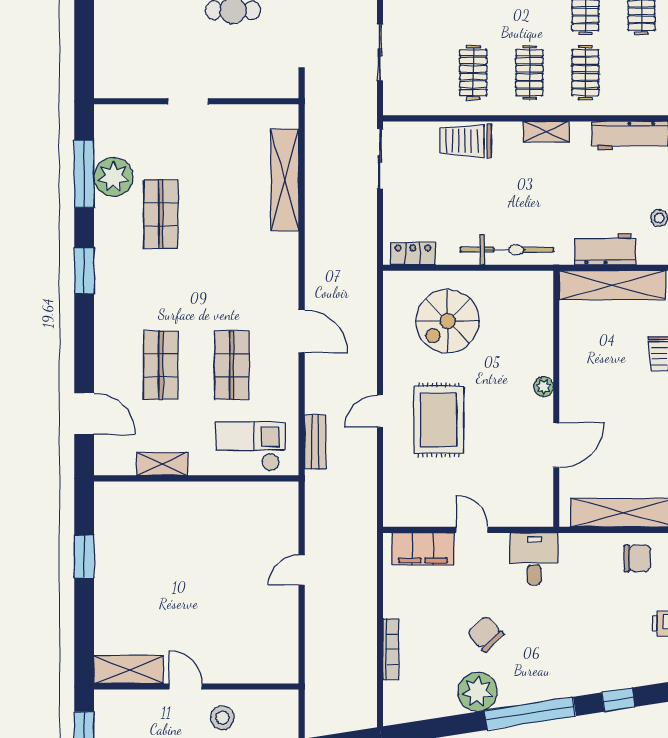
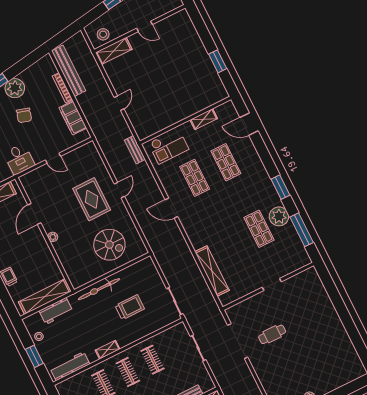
trolley: (466, 141) -> (130, 307), moved
plant: (113, 177) -> (279, 216), moved
locker: (413, 254) -> (139, 267), removed
spiral stairs: (448, 321) -> (109, 245), turned 90
bench: (315, 442) -> (135, 150), moved
filing cabinet: (423, 549) -> (73, 118), moved, turned -90
chair: (486, 634) -> (24, 115), turned 59
shelving: (129, 670) -> (114, 51), moved
bench: (364, 675) -> (69, 71), added
stool: (222, 718) -> (103, 34), moved

